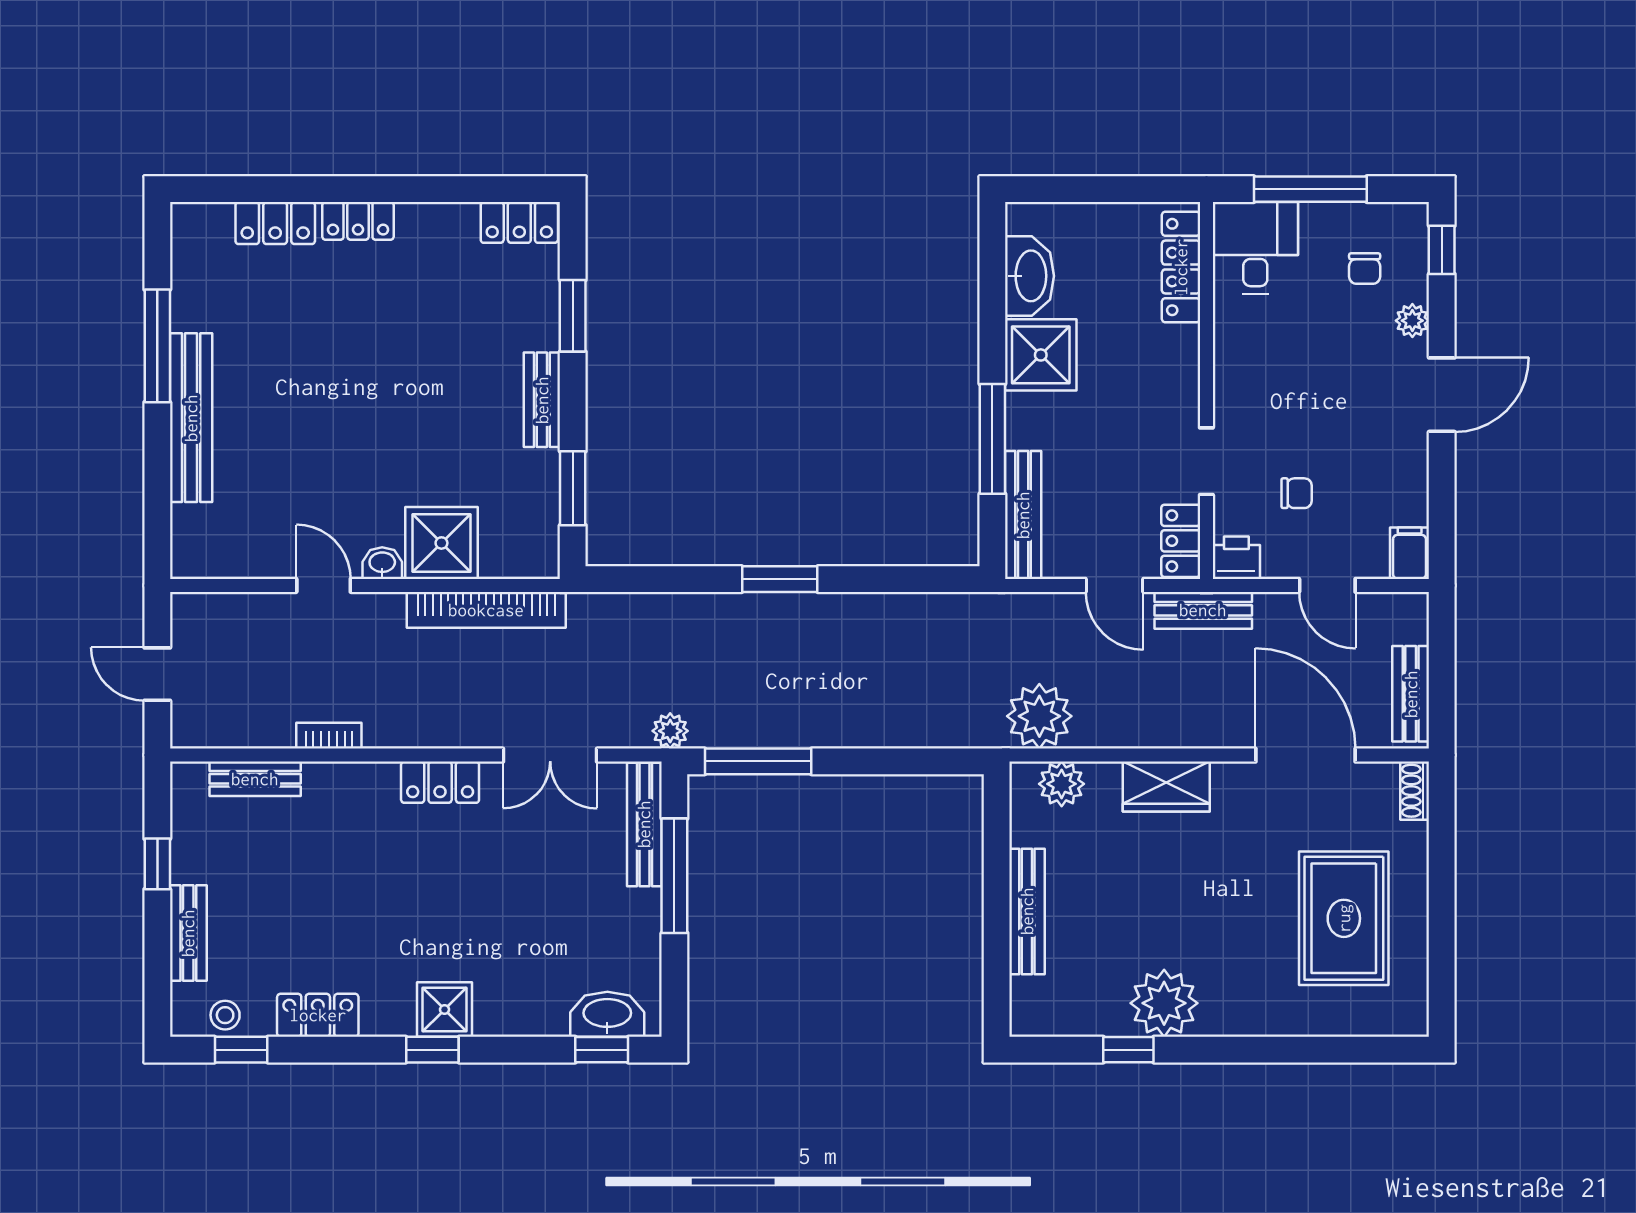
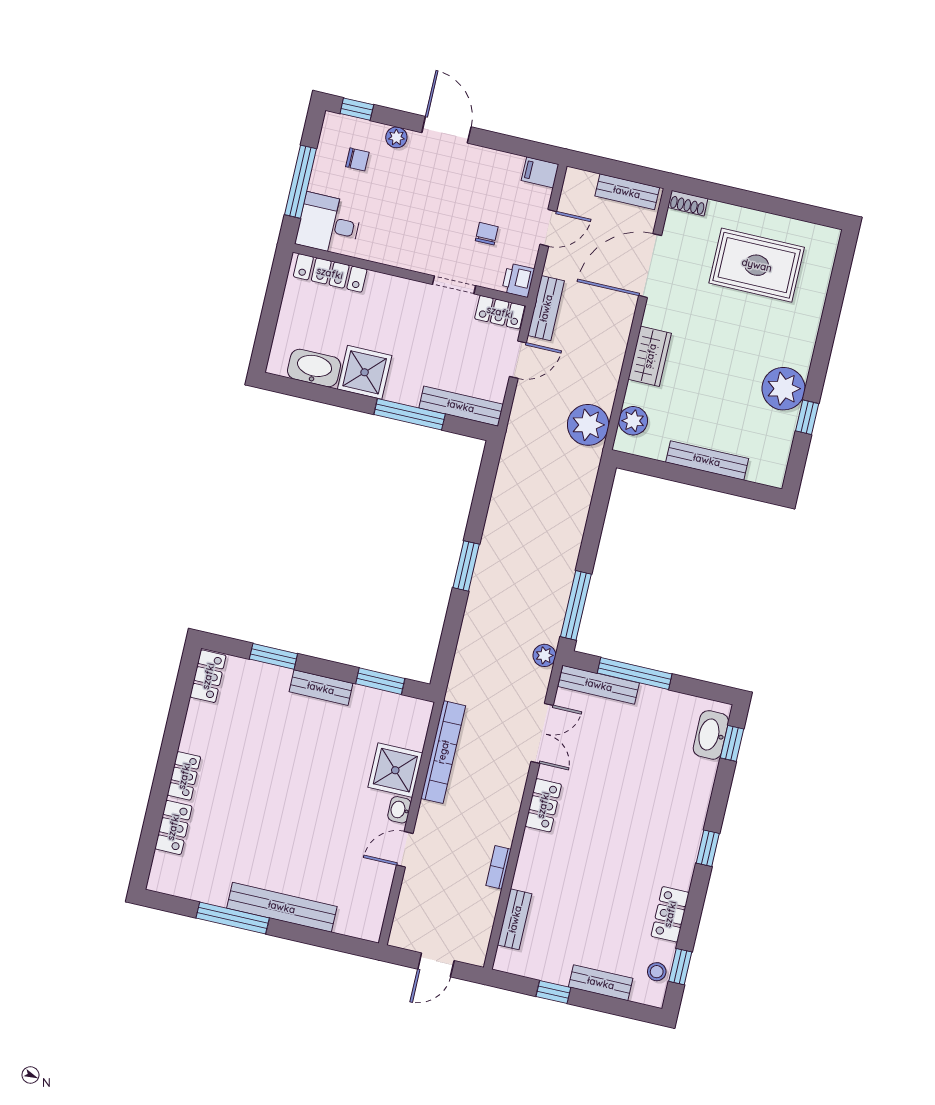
shower: (445, 1010) -> (685, 835), removed

